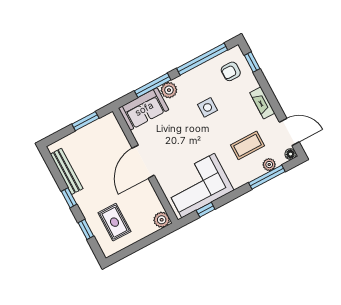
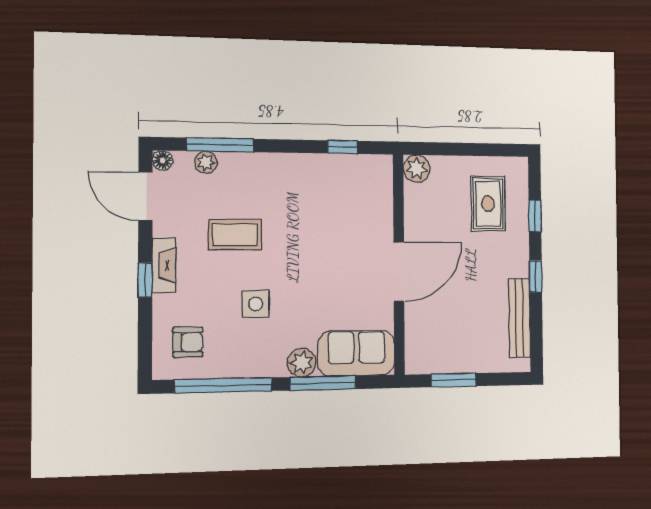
window: (252, 62) -> (145, 280), moved
coffee table: (248, 145) -> (235, 235), moved
corner sofa: (198, 186) -> (334, 190), removed

